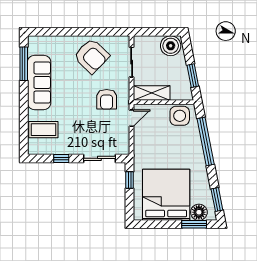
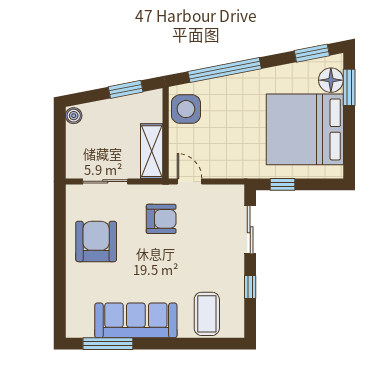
boiler: (171, 46) -> (74, 116), width x0.54, depth x0.54
armchair: (92, 56) -> (96, 241), turned -44

